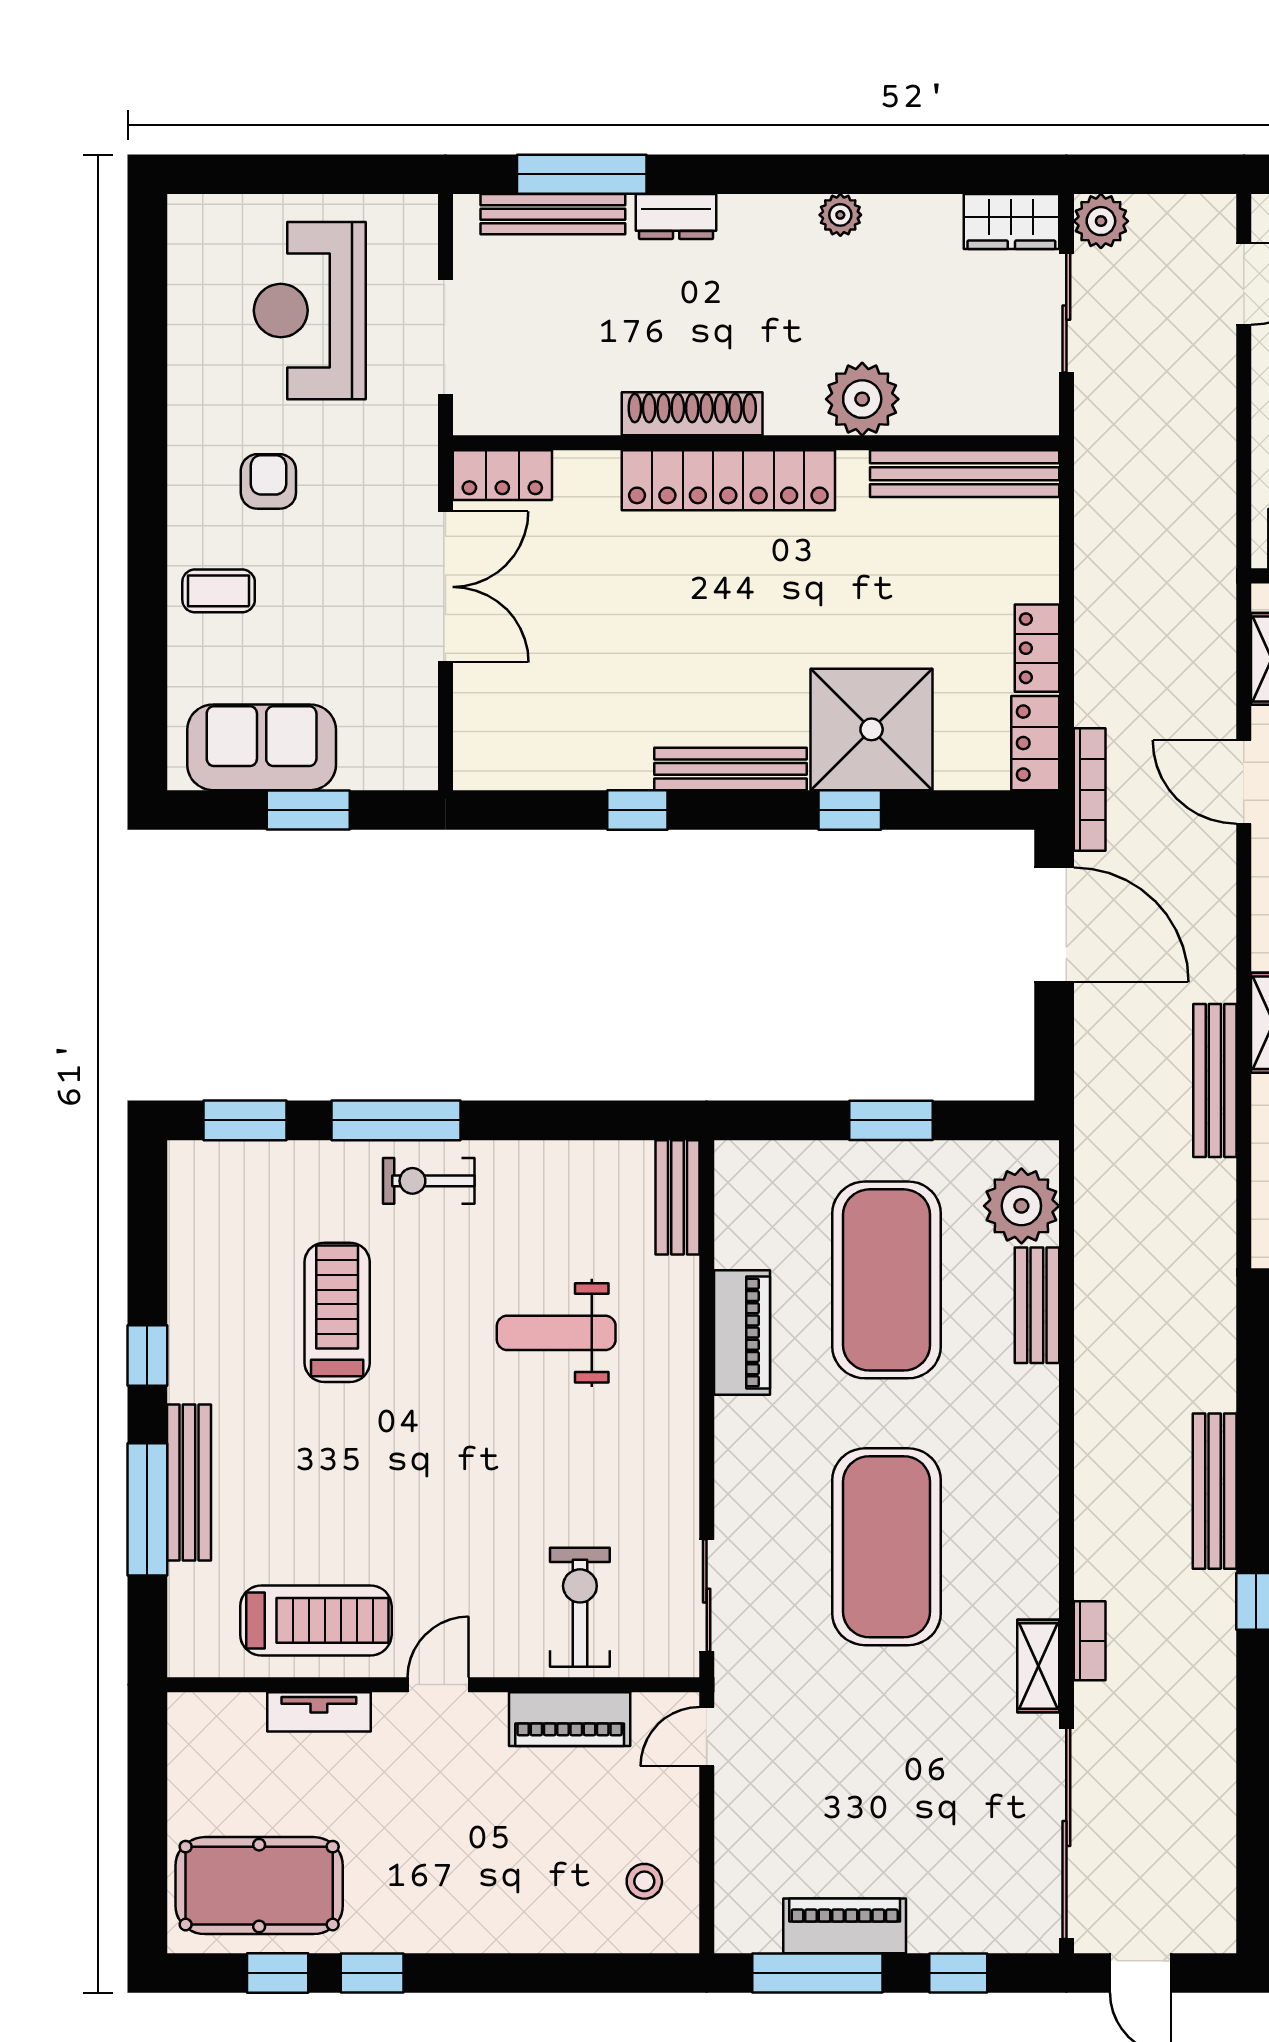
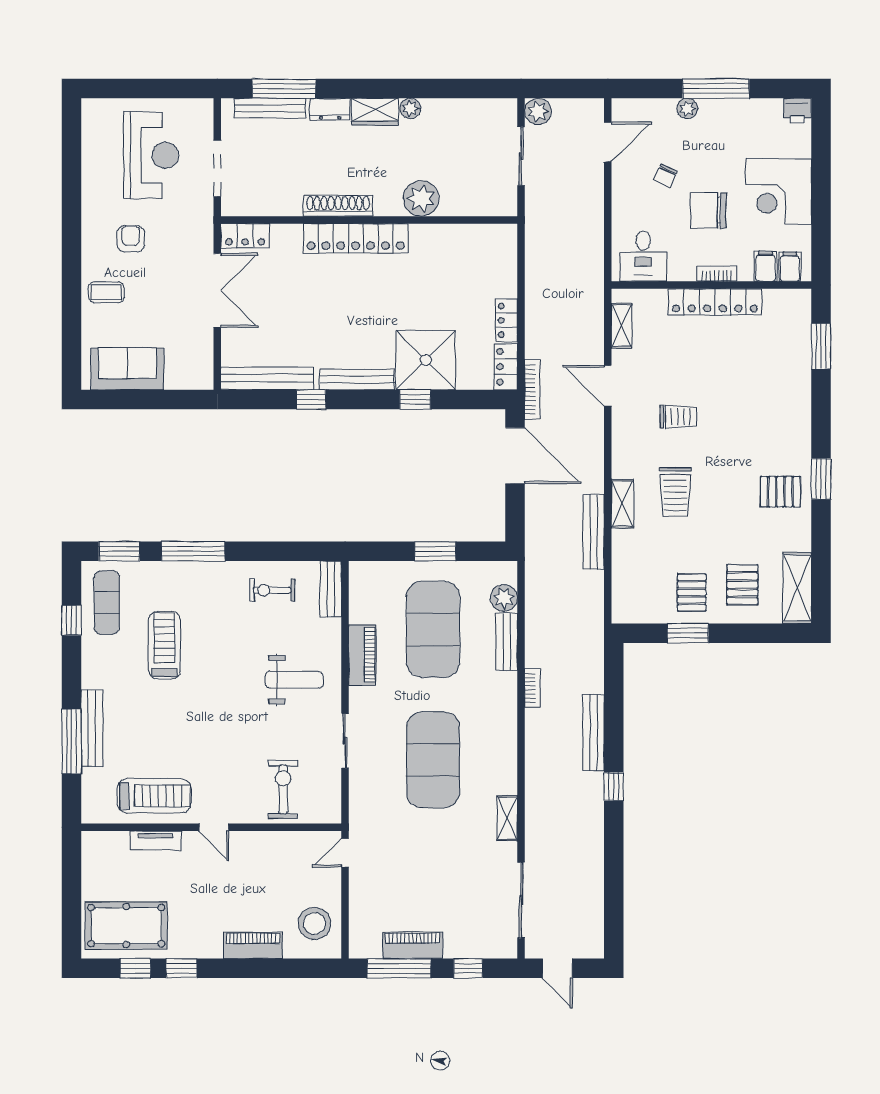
wardrobe: (1011, 222) -> (375, 112), moved
reception desk: (310, 311) -> (151, 155), turned 180
bench: (965, 474) -> (267, 378), moved
window: (308, 810) -> (150, 399), removed
exercise bike: (429, 1181) -> (272, 590), moved
plant: (1021, 1206) -> (504, 598), width x0.73, depth x0.73
exercise mat: (220, 1225) -> (107, 602), added
weight bench: (556, 1333) -> (294, 680), moved, turned 180
window: (147, 1356) -> (72, 620), moved
sliding door: (707, 1596) -> (345, 741), moved
bookcase: (1090, 1641) -> (532, 688), moved
door: (438, 1685) -> (214, 827), swing flipped
piano: (570, 1719) -> (253, 945), moved, turned 180
sliding door: (1066, 1833) -> (521, 900), width x0.73
stool: (644, 1881) -> (315, 923), width x1.89, depth x1.89

